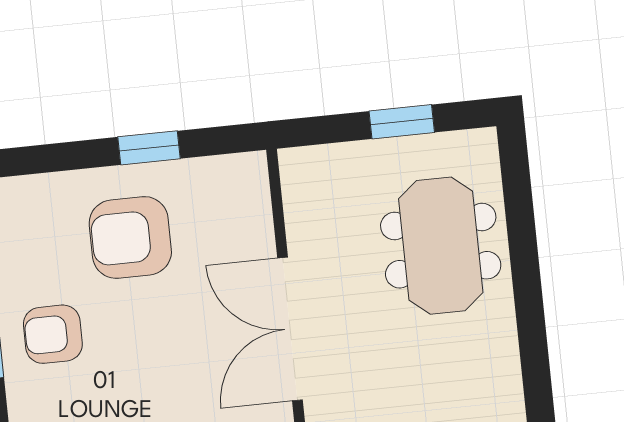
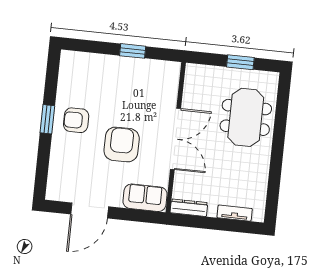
armchair: (130, 237) -> (122, 144), moved, turned 90
double door: (290, 329) -> (176, 139), swing flipped

